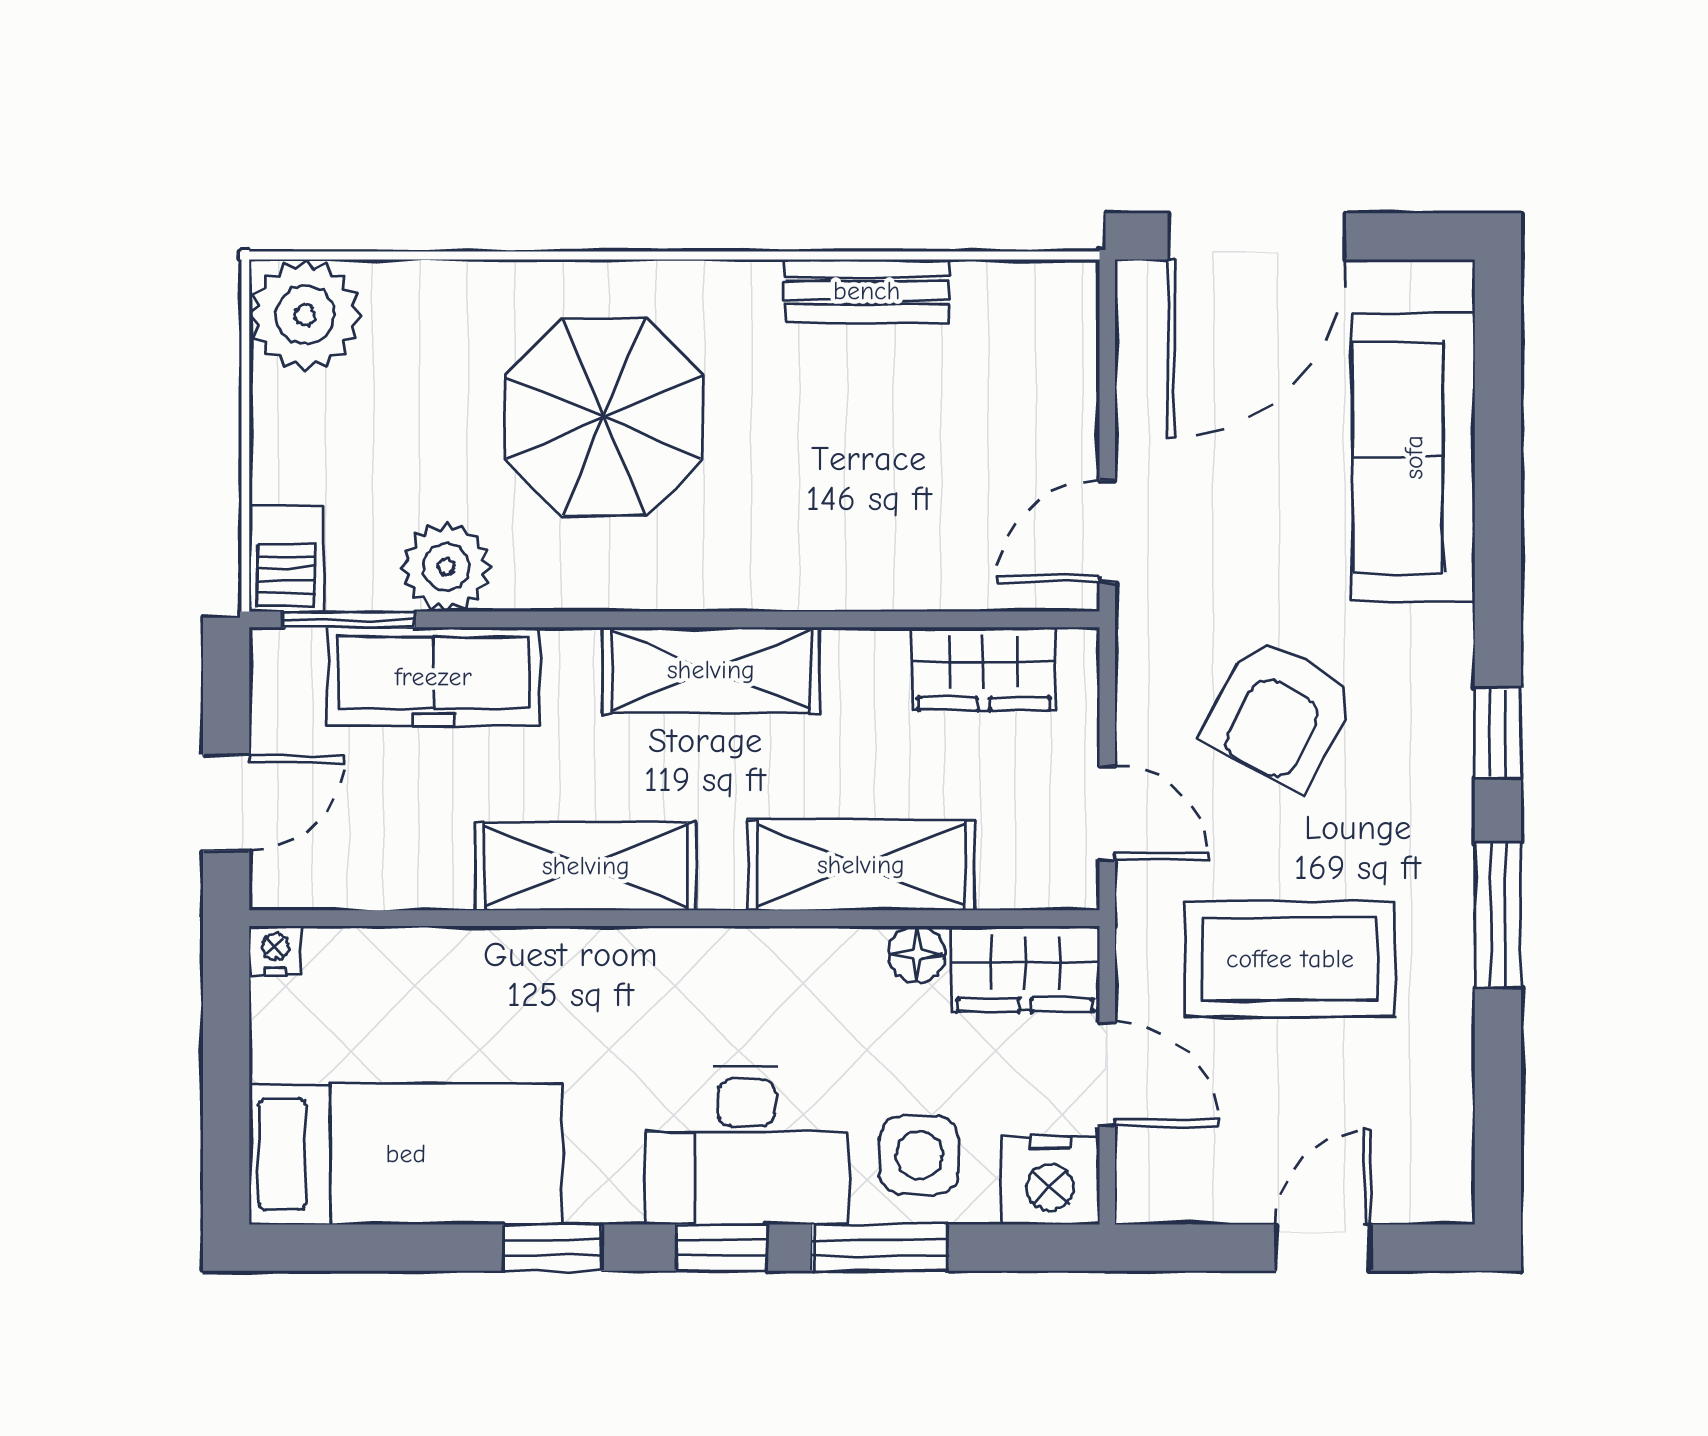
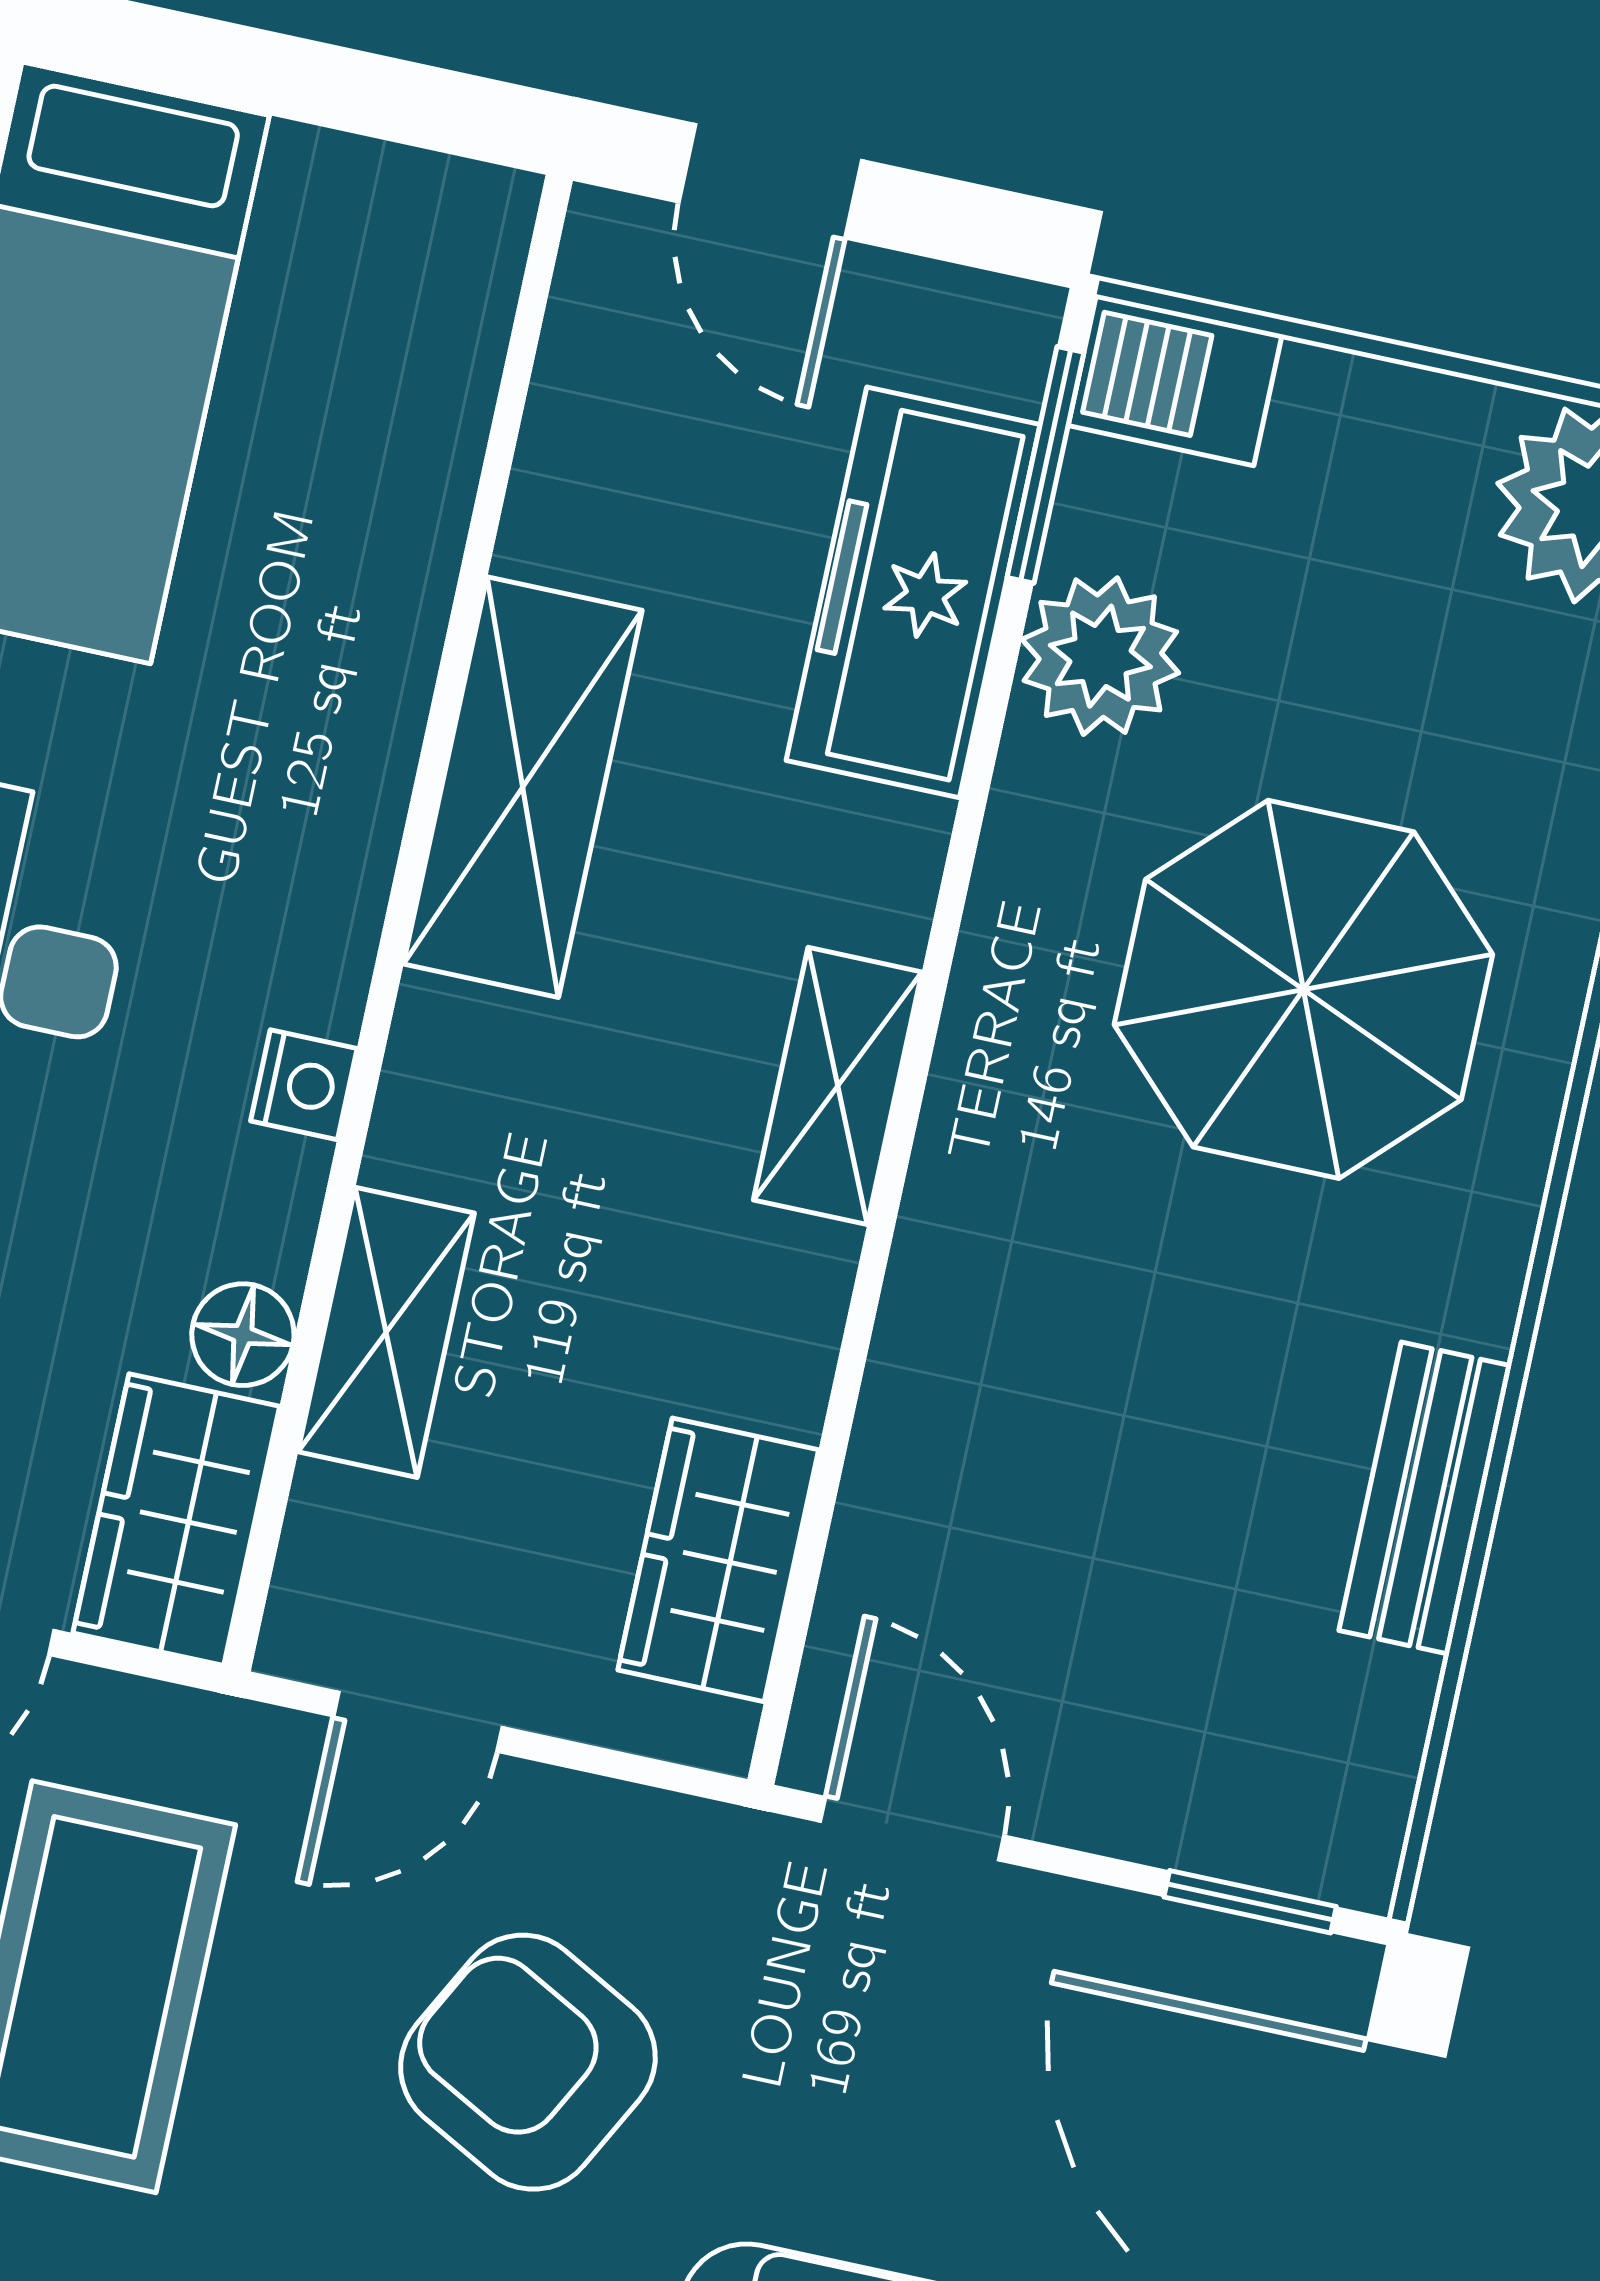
window: (1107, 339) -> (1250, 1902), added
shelving: (711, 670) -> (838, 1086), width x0.67, depth x0.75
shelving: (861, 865) -> (386, 1332), width x0.67, depth x0.75
nightstand: (275, 951) -> (304, 1085), moved

